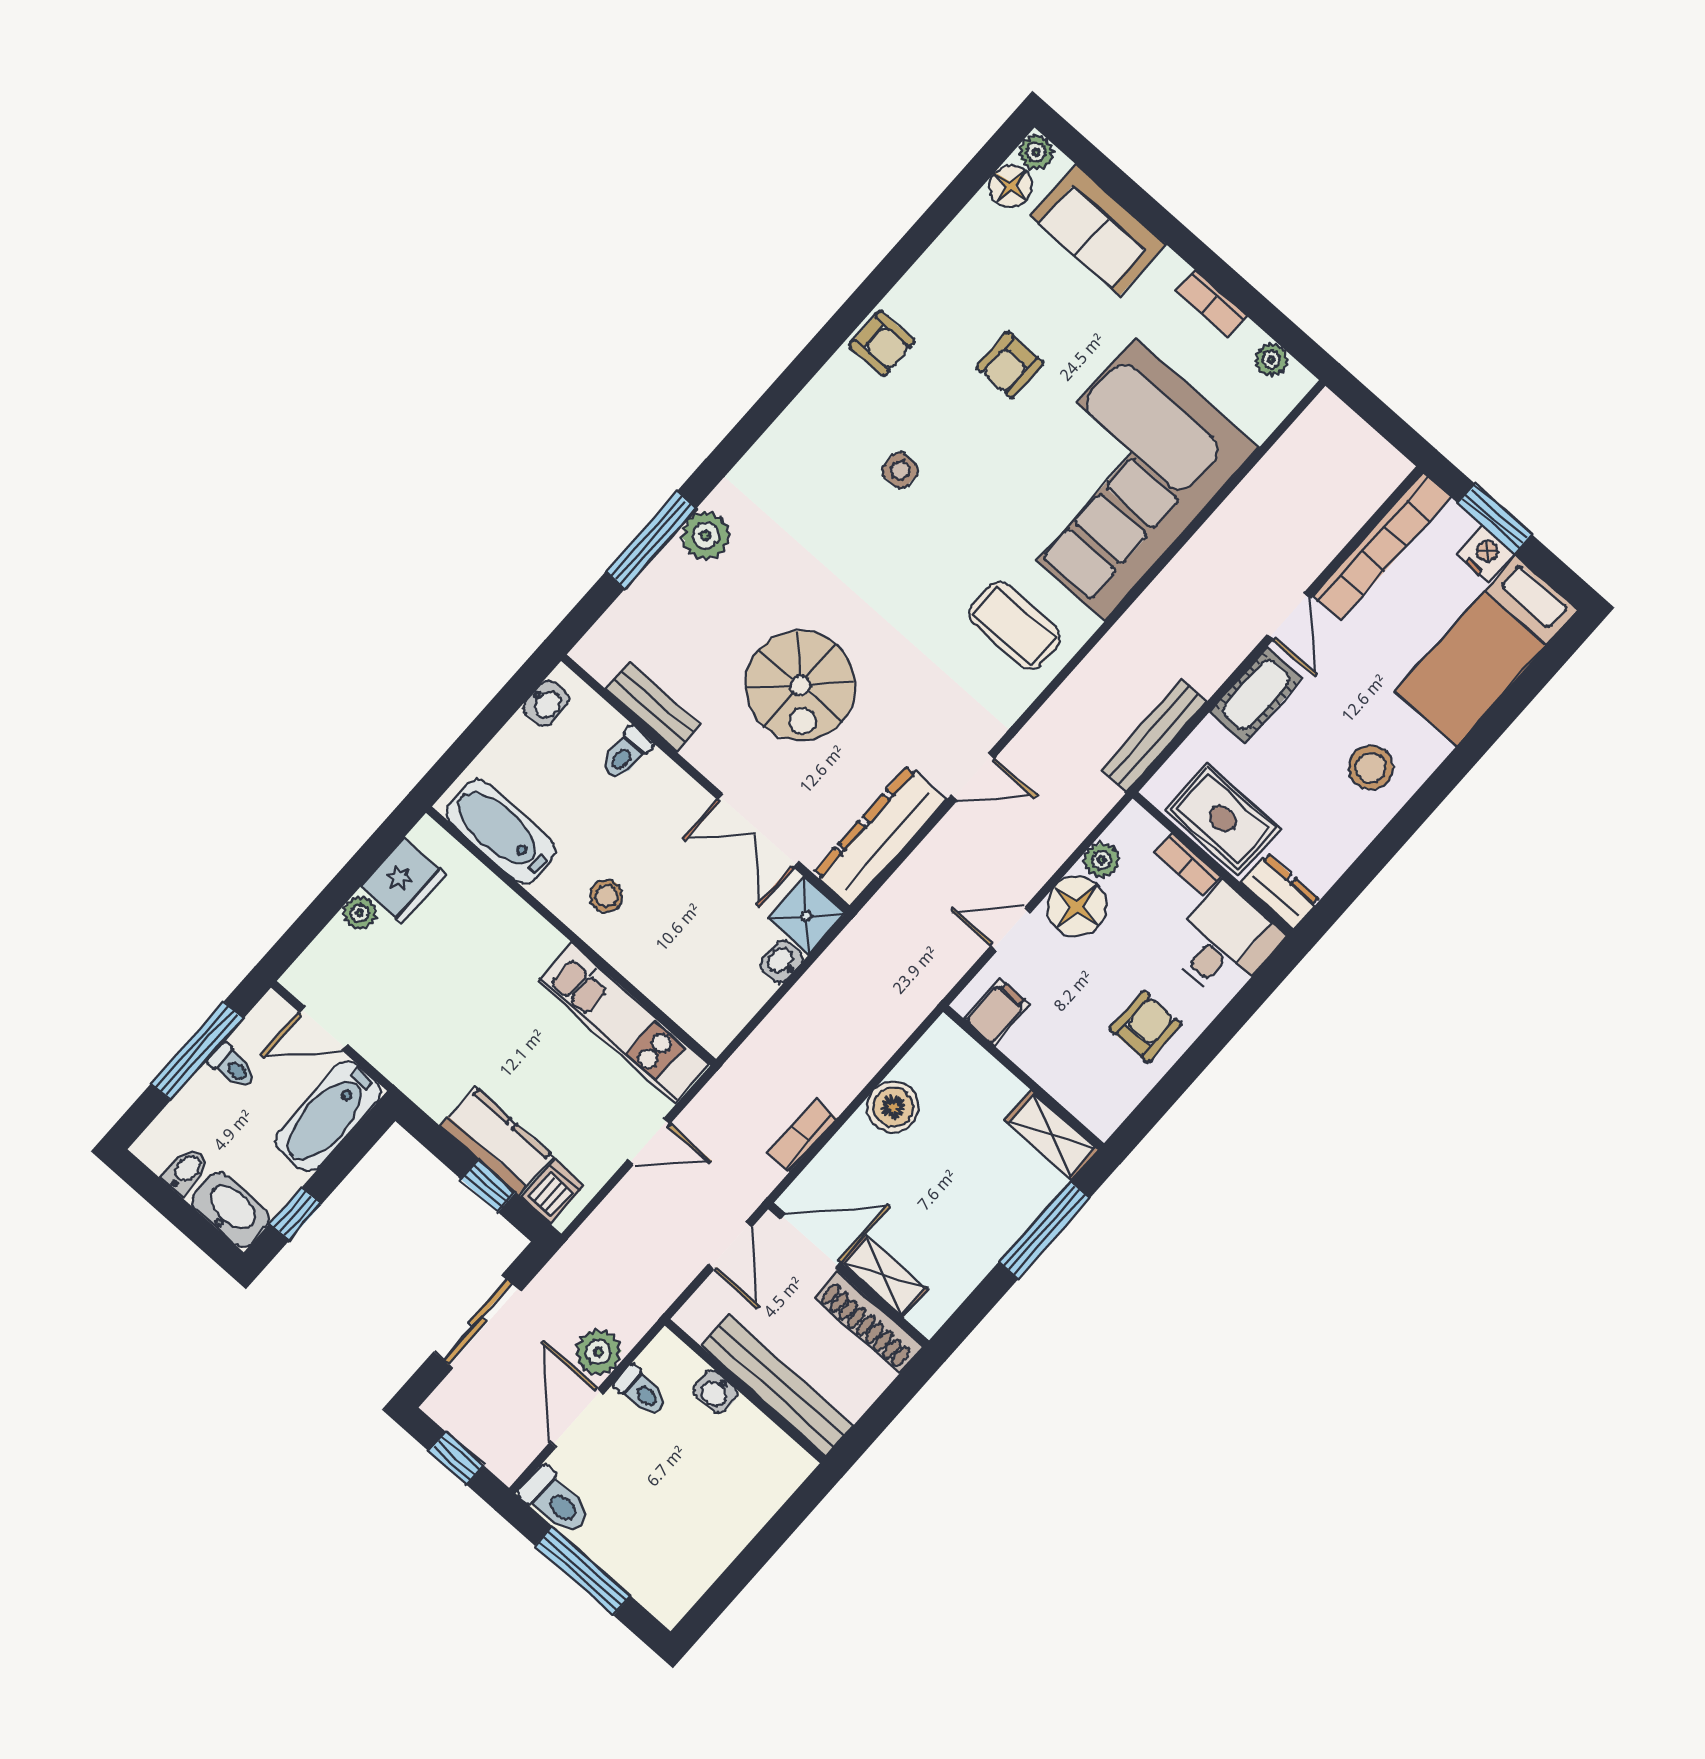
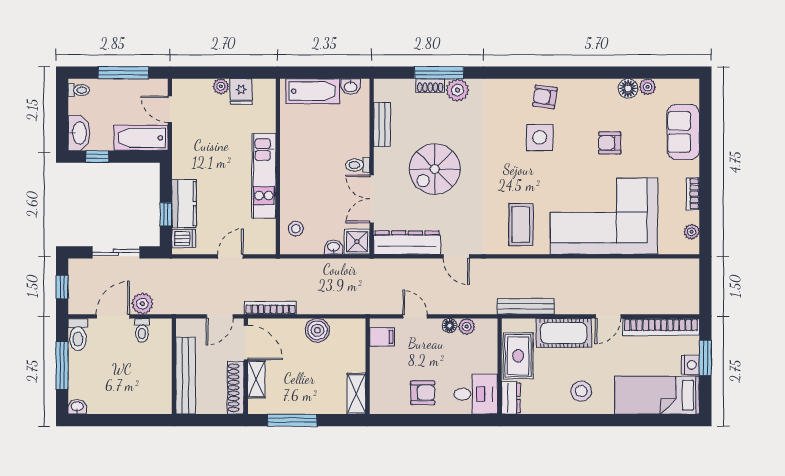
plant: (1036, 152) -> (648, 87), moved
floor lamp: (1011, 186) -> (628, 88), moved
armchair: (882, 343) -> (545, 97), moved, turned 98
side table: (900, 470) -> (540, 137), width x1.87, depth x1.87
shoe rack: (659, 573) -> (430, 86), added
cot: (1256, 695) -> (564, 333), width x1.37, depth x1.34
toilet: (626, 754) -> (358, 165), moved
bathtub: (501, 832) -> (313, 91), moved, turned 90
bookcase: (1187, 864) -> (492, 357), removed
fridge: (403, 881) -> (241, 92), width x0.72
stool: (606, 896) -> (296, 229), moved
floor lamp: (1077, 906) -> (450, 326), width x0.53, depth x0.53
kitchen unit: (623, 1023) -> (264, 176), moved
toilet: (232, 1066) -> (79, 90), moved, turned -90
bookcase: (802, 1136) -> (270, 308), width x1.56
door: (649, 1142) -> (230, 256), swing flipped
bidet: (186, 1171) -> (79, 105), removed
window: (1044, 1230) -> (292, 420), moved
washbasin: (715, 1392) -> (77, 407), moved, turned 90

